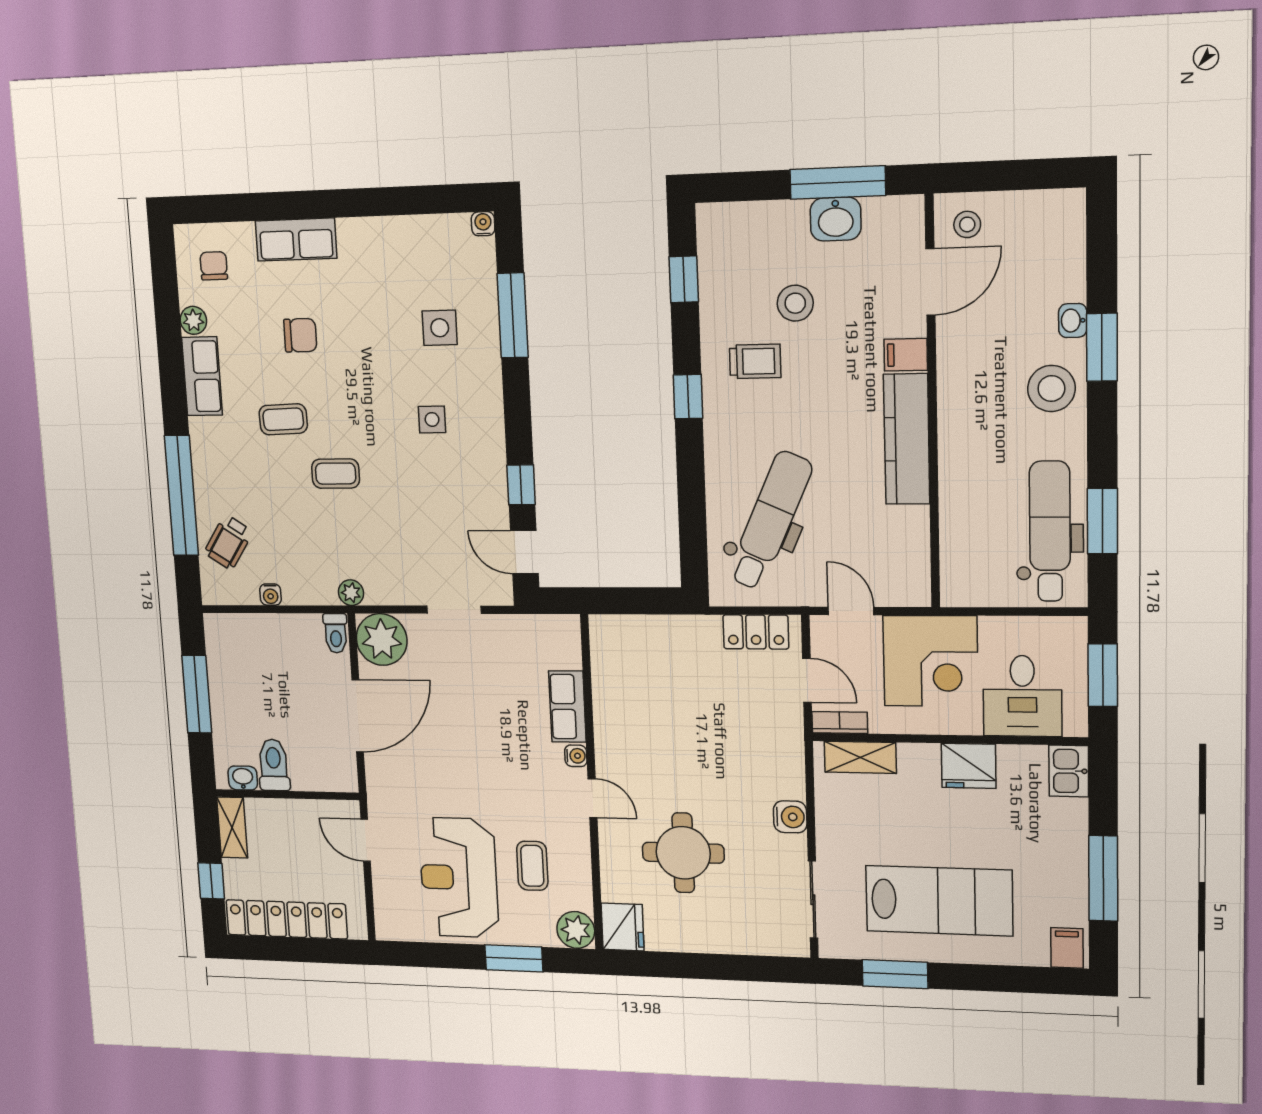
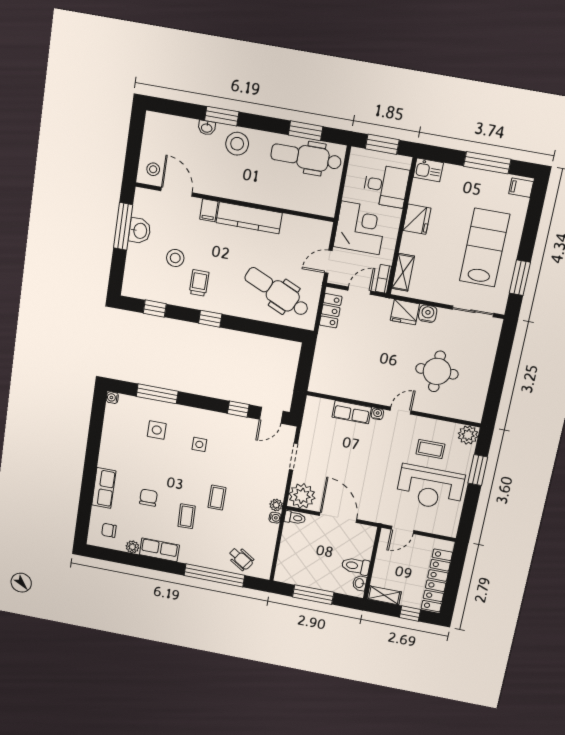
water cooler: (271, 595) -> (275, 518), moved
fridge: (623, 927) -> (405, 312), moved, turned 180

